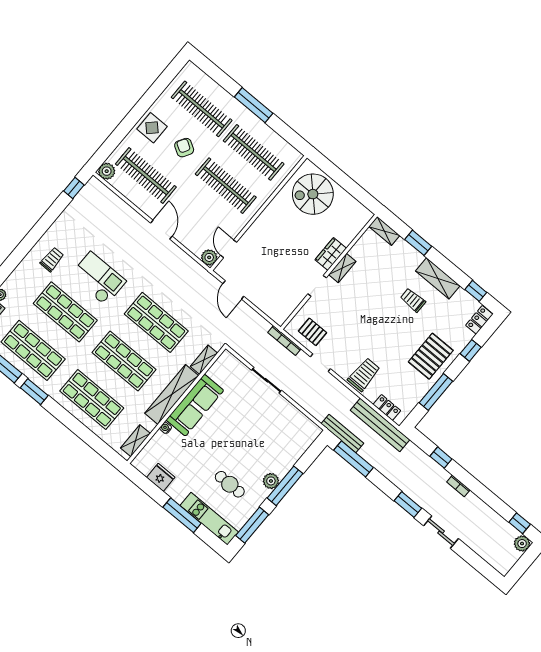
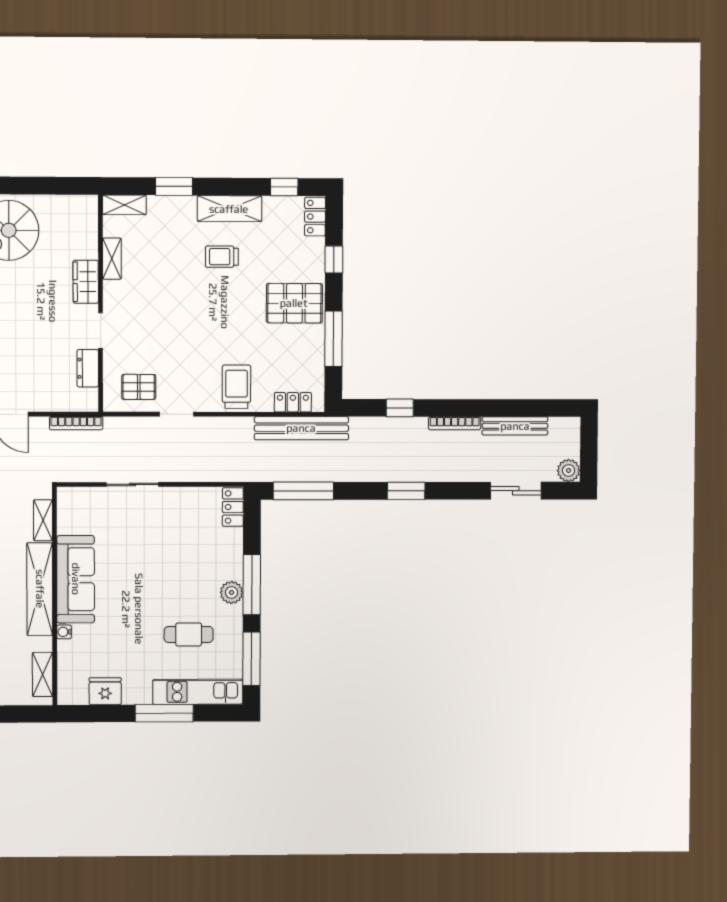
shelving: (342, 268) -> (112, 259), moved
dresser: (294, 300) -> (88, 368), added
bookcase: (284, 341) -> (76, 423), moved
pallet: (431, 356) -> (294, 303), turned 90
bench: (342, 433) -> (515, 426), moved
locker: (309, 436) -> (233, 507), added
bookcase: (458, 486) -> (455, 423), width x1.56
window: (520, 523) -> (548, 408), removed
sliding door: (441, 532) -> (516, 491), moved
plant: (522, 544) -> (569, 471), moved

